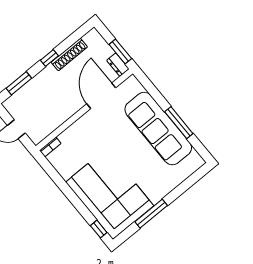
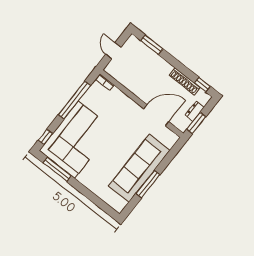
window: (49, 58) -> (202, 85), moved
dresser: (118, 65) -> (195, 111), moved
window: (63, 186) -> (74, 100), added
window: (151, 214) -> (57, 169), moved

